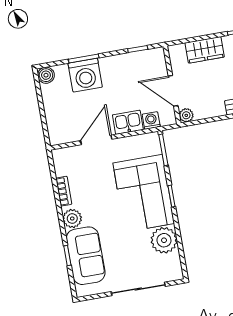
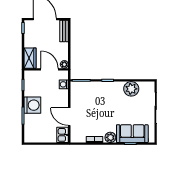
wardrobe: (205, 50) -> (30, 58), moved
boiler: (46, 75) -> (29, 138), removed
washing machine: (85, 75) -> (32, 105), moved
door: (173, 91) -> (50, 69), swing flipped
kitchen sink: (128, 122) -> (63, 135), moved
corner sofa: (144, 193) -> (103, 96), removed

